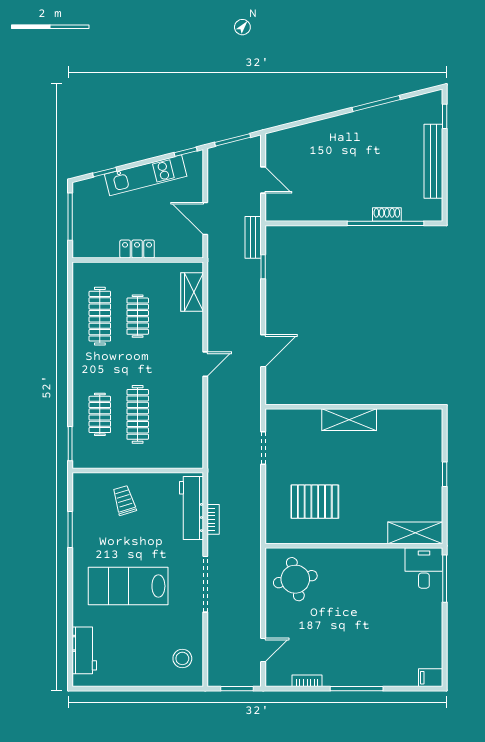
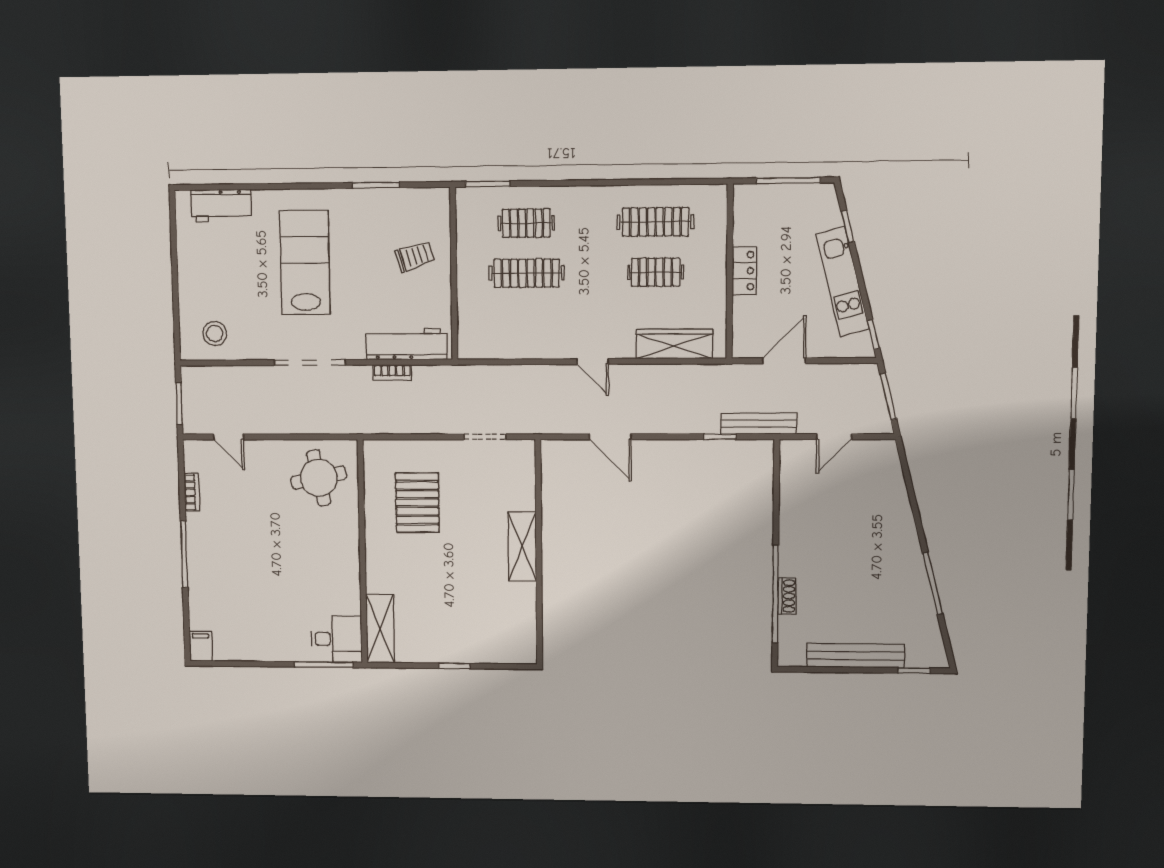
bench: (253, 237) -> (759, 424), width x1.36
wardrobe: (192, 292) -> (674, 344), width x1.50

